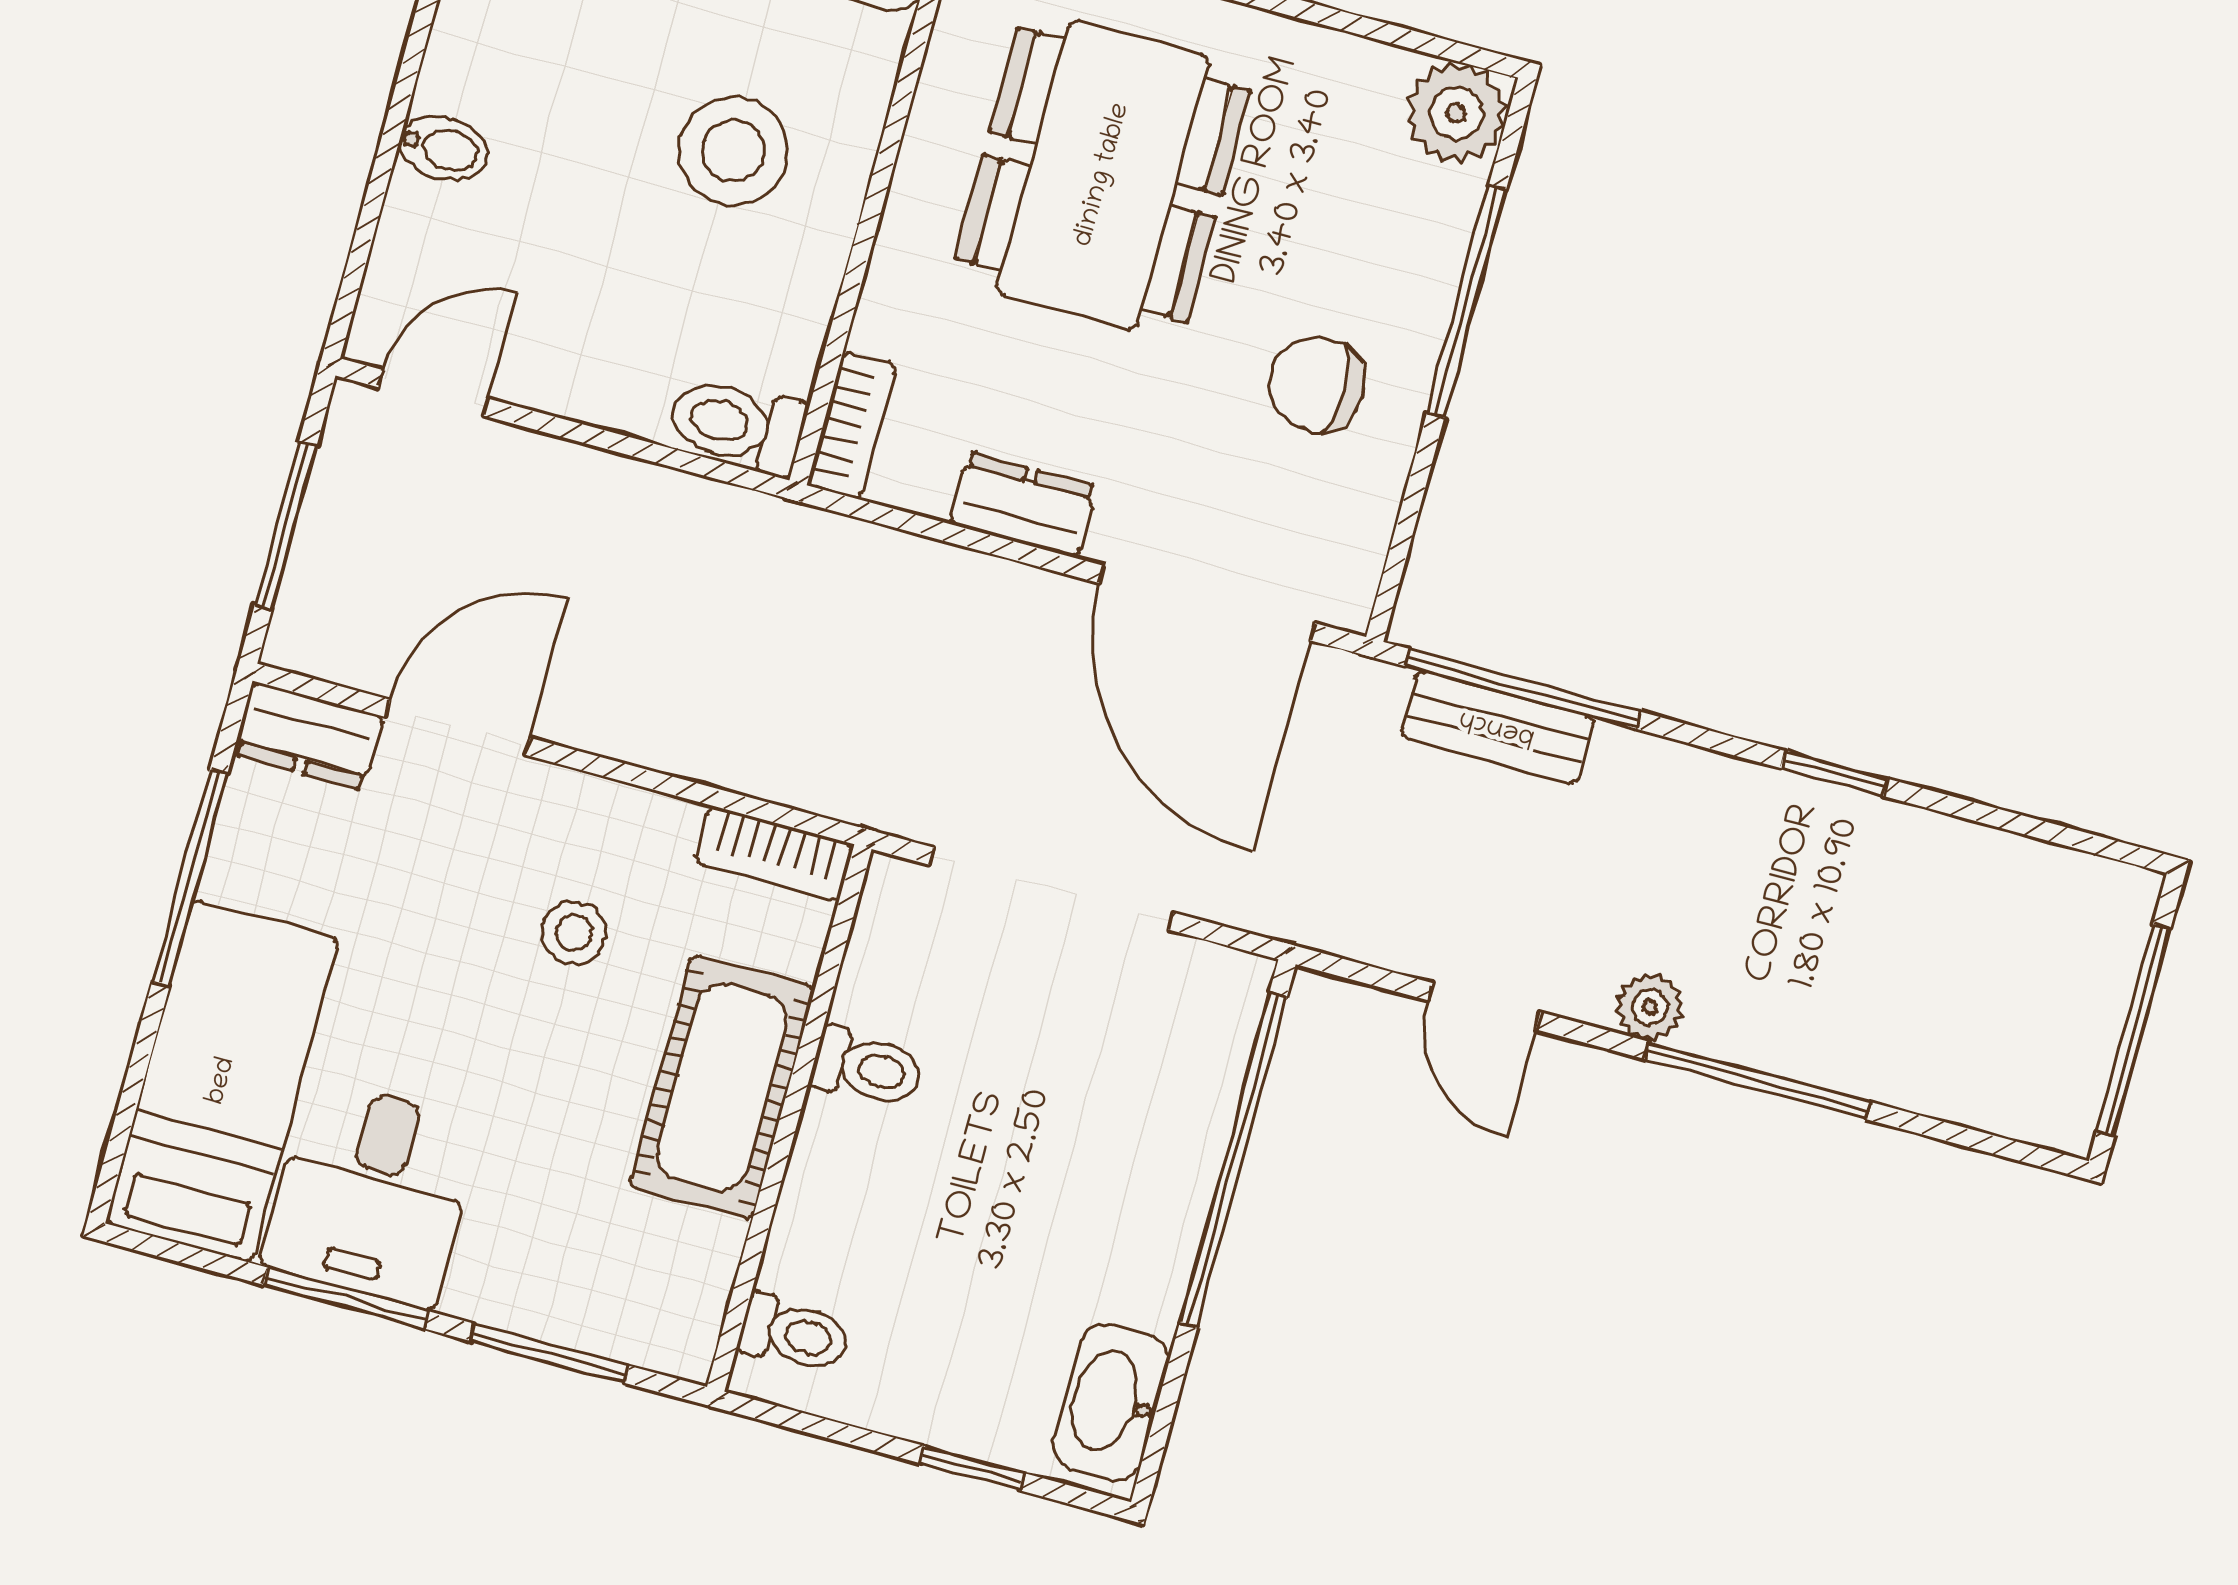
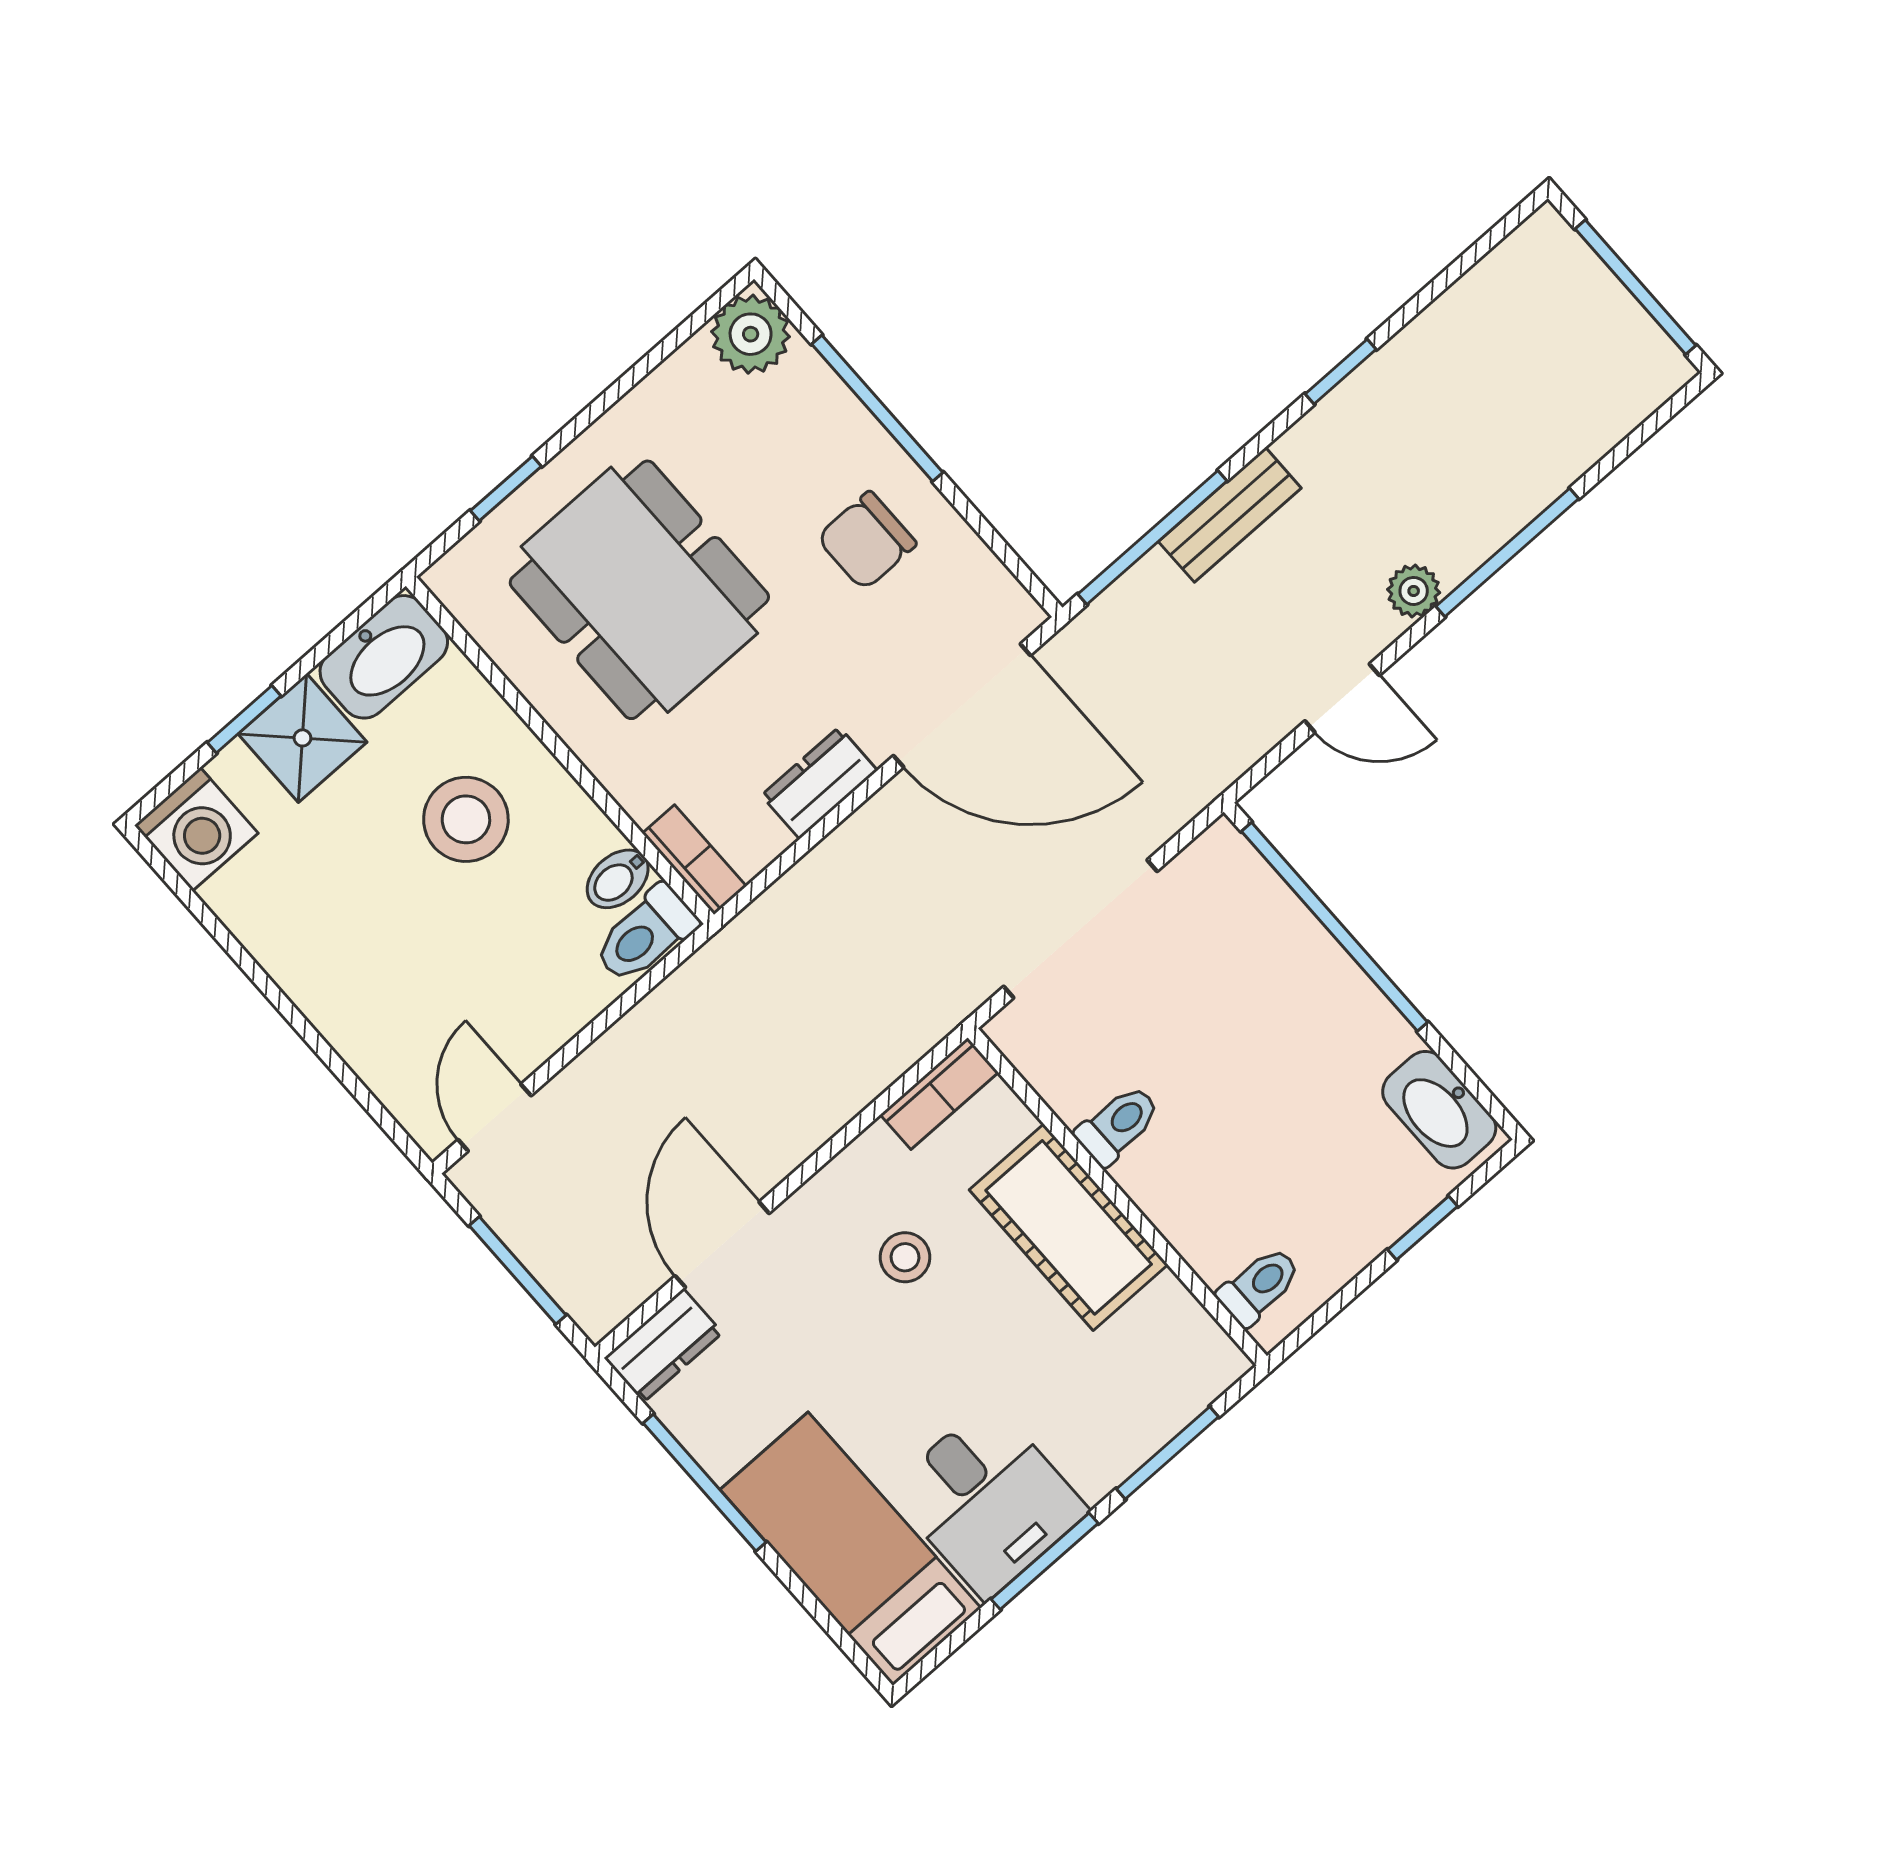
bidet: (443, 148) -> (618, 879), moved, turned 180
bench: (1497, 727) -> (1230, 515), moved

